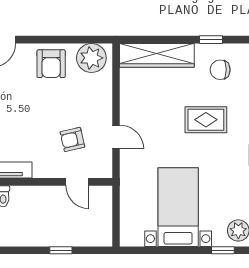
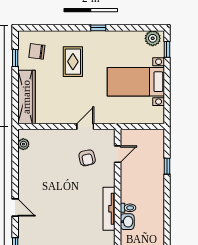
plant: (91, 58) -> (23, 144), width x0.53, depth x0.53
armchair: (51, 64) -> (32, 173), removed
chair: (220, 70) -> (37, 51), turned 97

